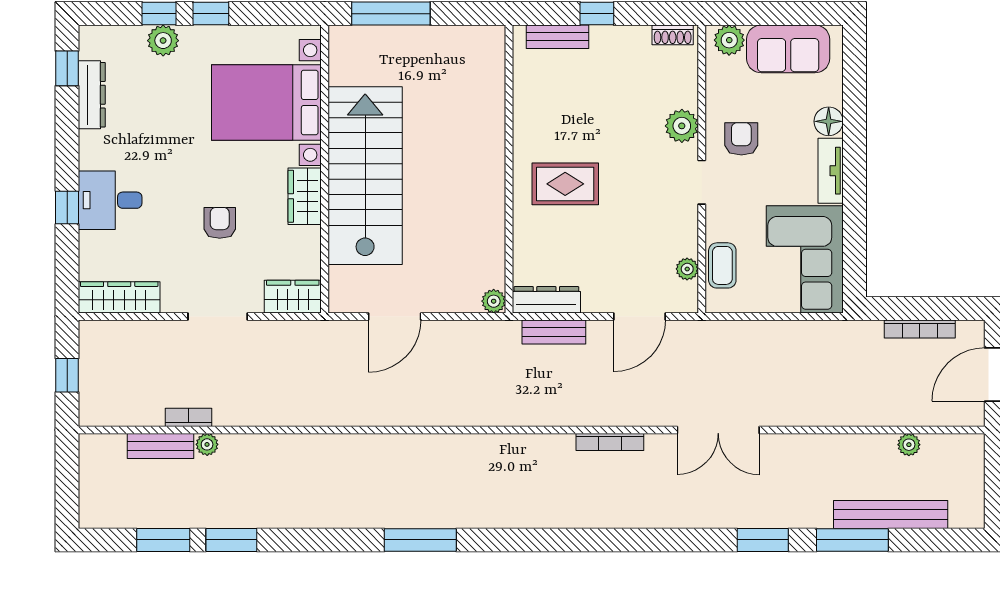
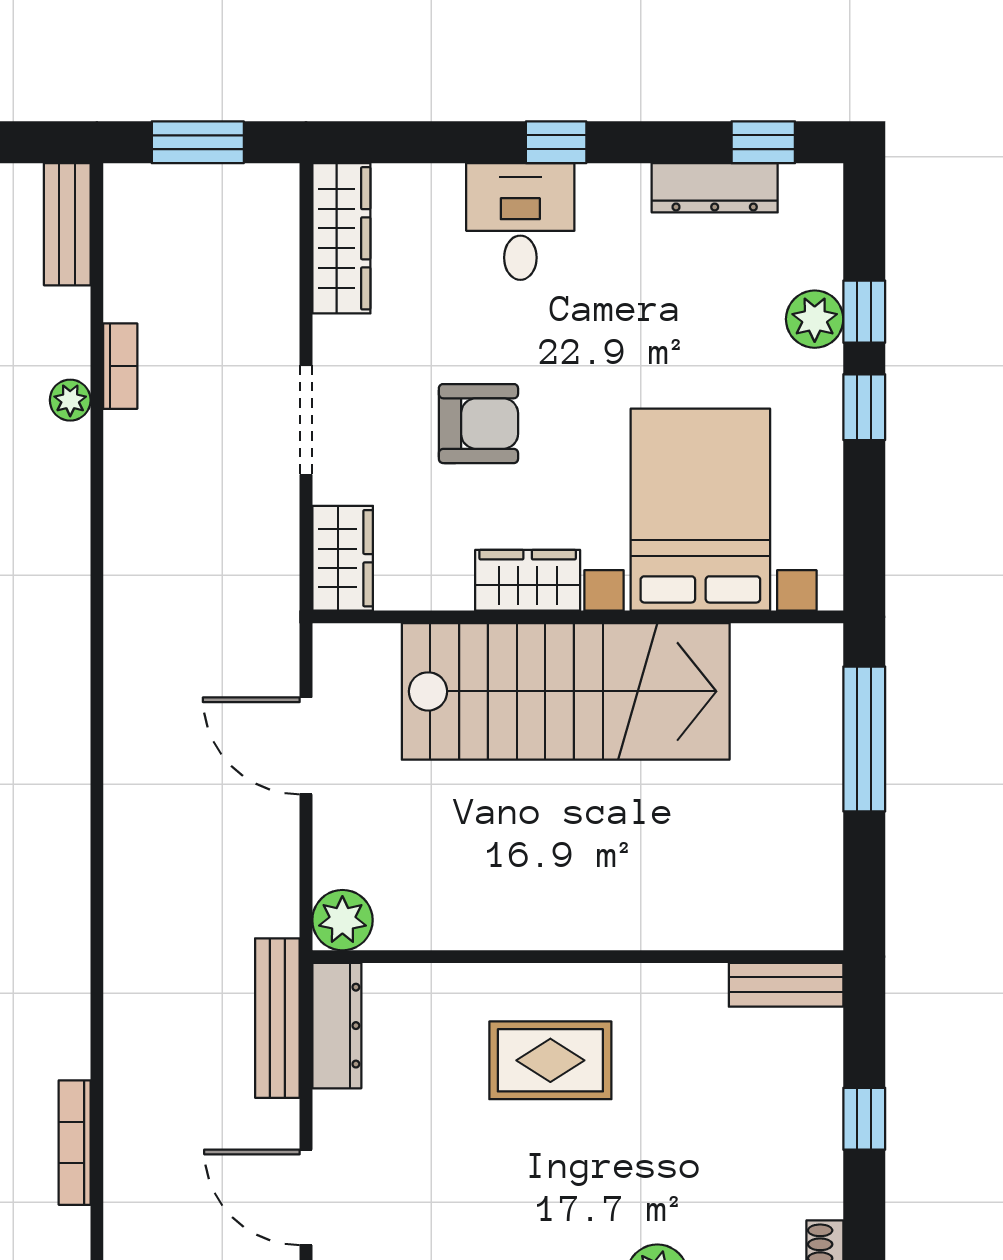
bench: (558, 37) -> (786, 985), moved, turned 90
rug: (565, 184) -> (550, 1060), turned 90
window: (67, 207) -> (556, 142), moved
armchair: (220, 223) -> (478, 424), width x1.38, depth x1.38
plant: (494, 301) -> (342, 920), width x1.38, depth x1.38
bench: (554, 332) -> (277, 1018), width x1.36
window: (67, 375) -> (198, 142), width x1.50
bench: (161, 446) -> (67, 224), moved

